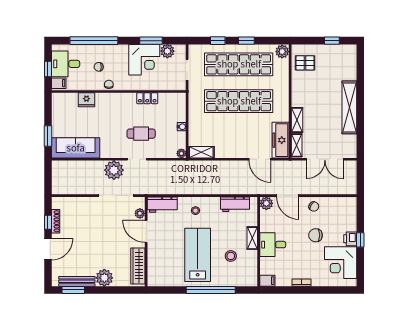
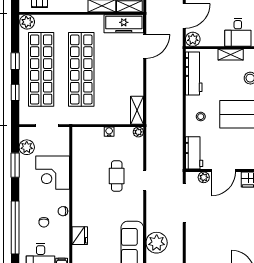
corner desk: (144, 60) -> (53, 173), moved, turned 180
locker: (147, 98) -> (78, 169), removed
plant: (114, 170) -> (157, 243), moved
workbench: (235, 204) -> (194, 73), width x1.38

